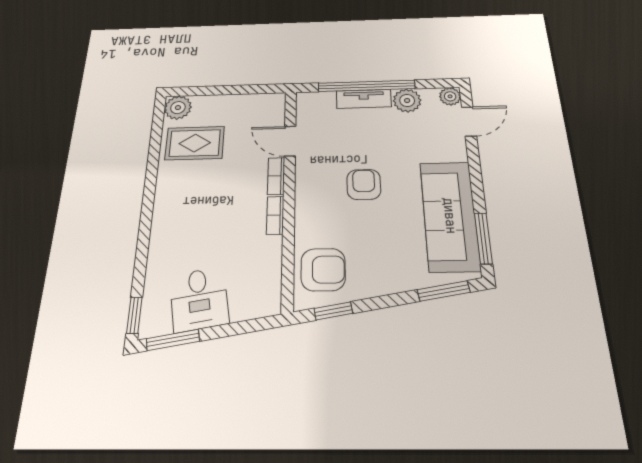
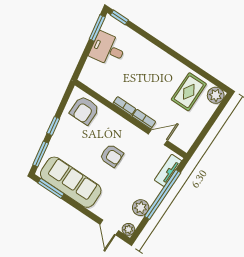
tv unit: (364, 99) -> (168, 170), moved
window: (333, 311) -> (53, 126), moved

